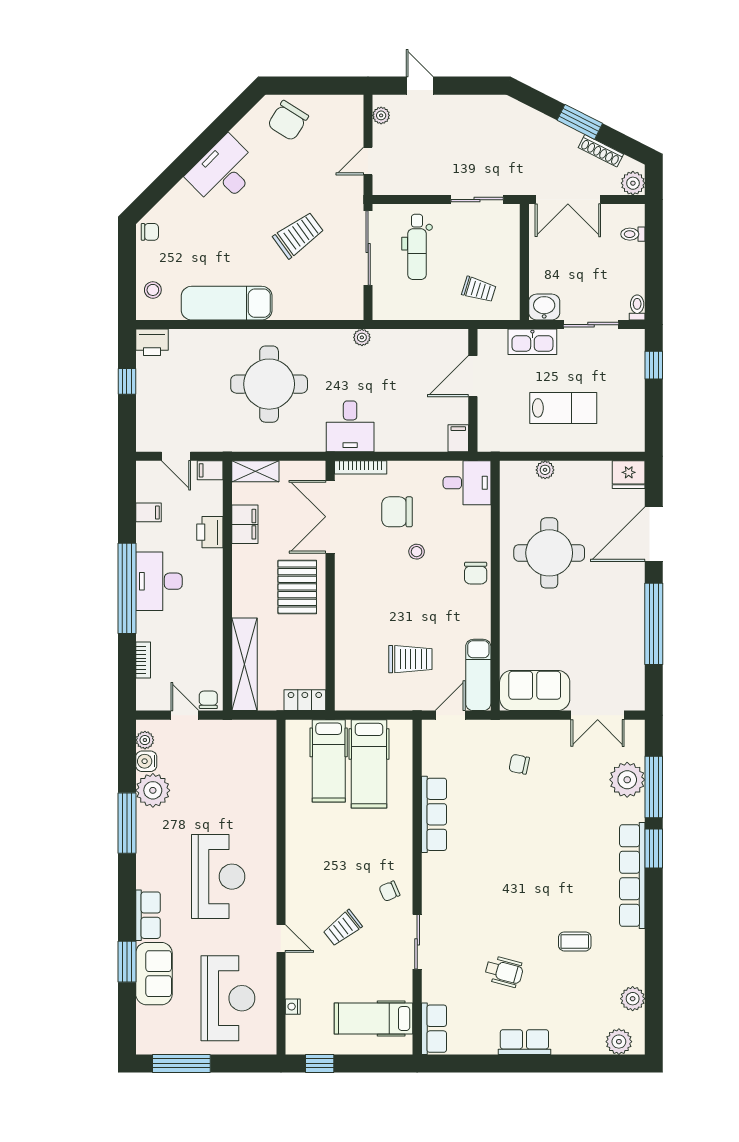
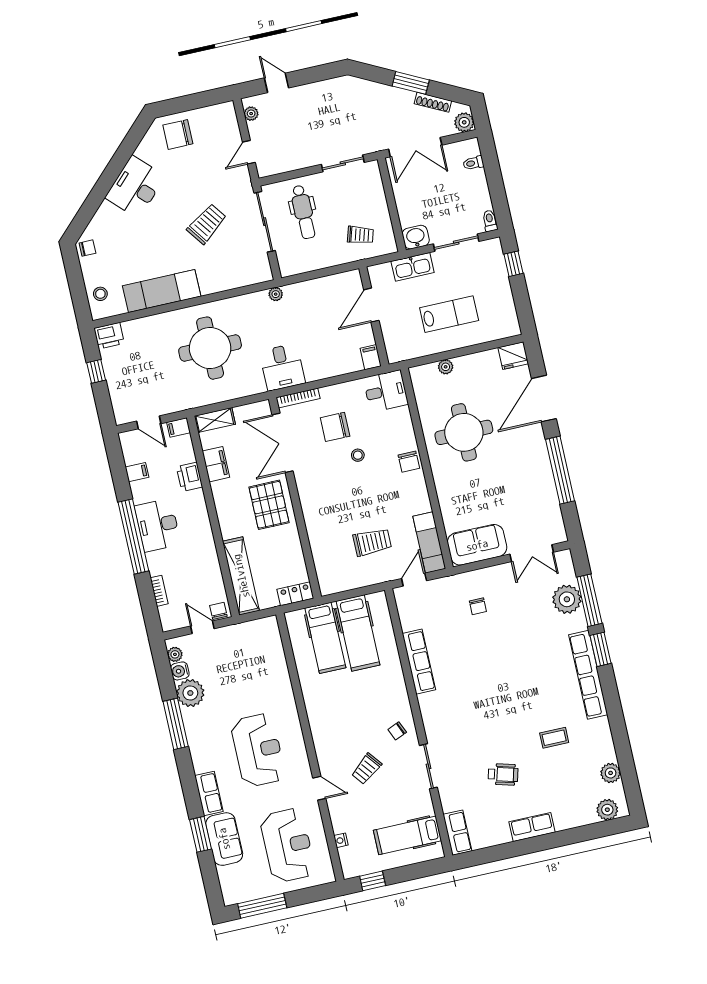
chair: (288, 121) -> (178, 134), turned 58
chair: (519, 764) -> (478, 606), turned -102

